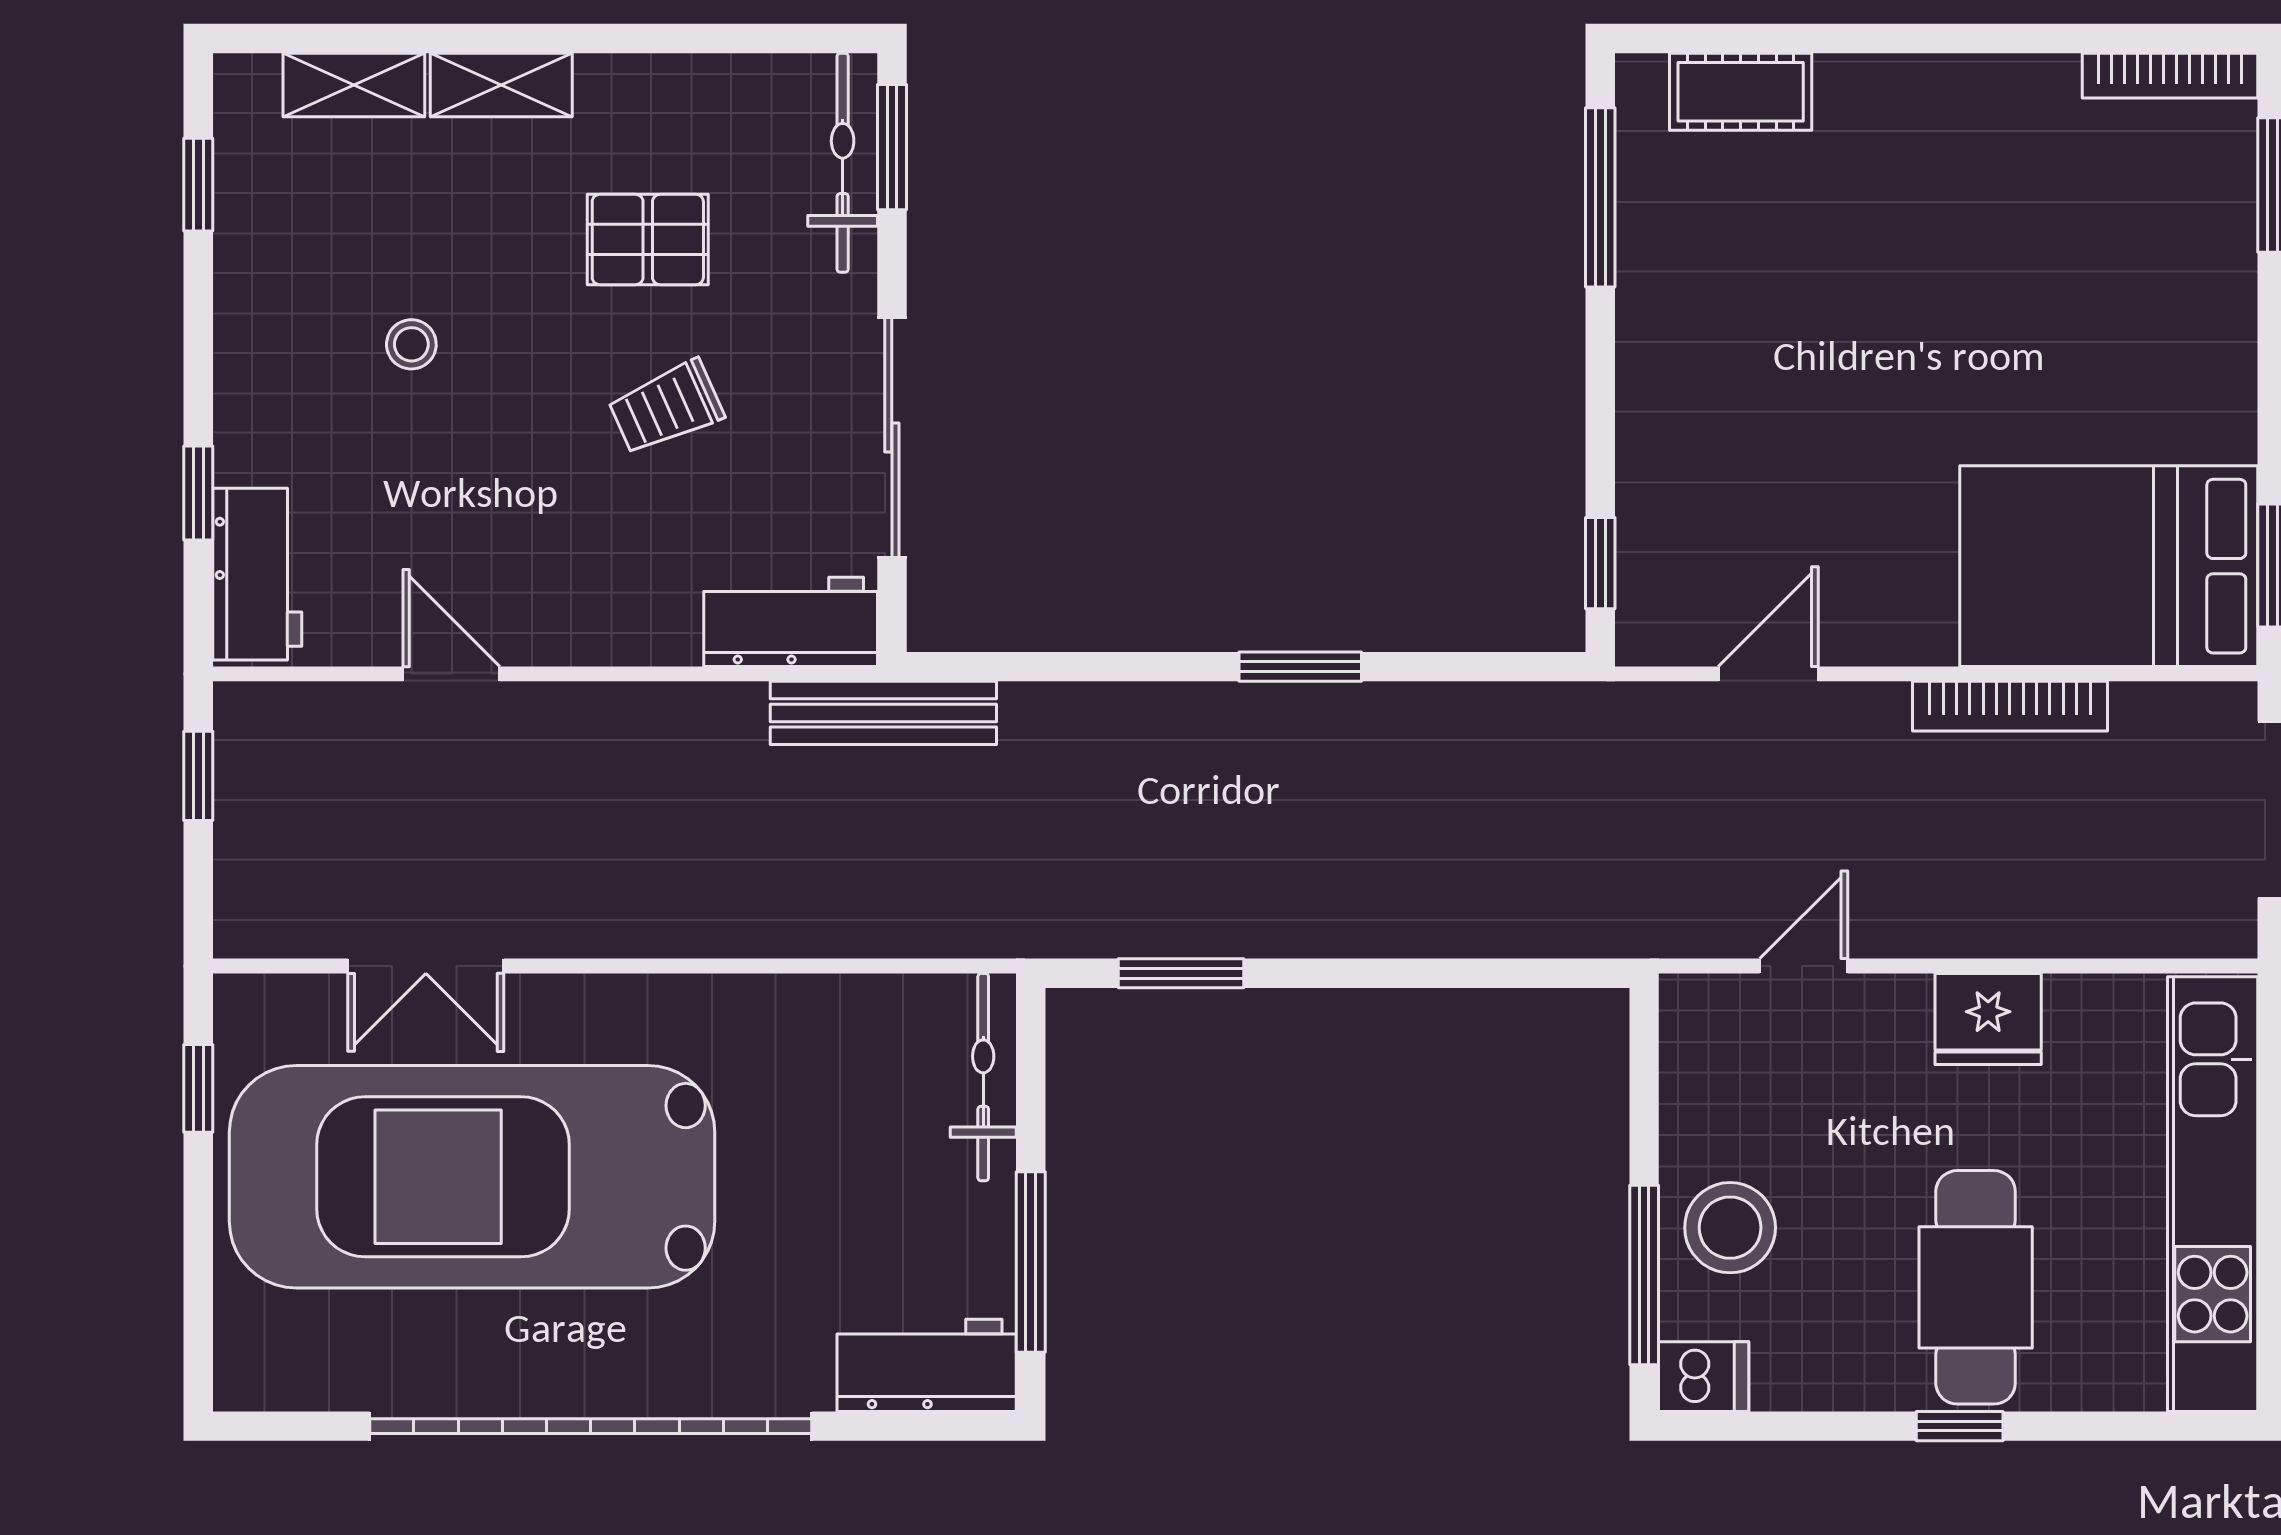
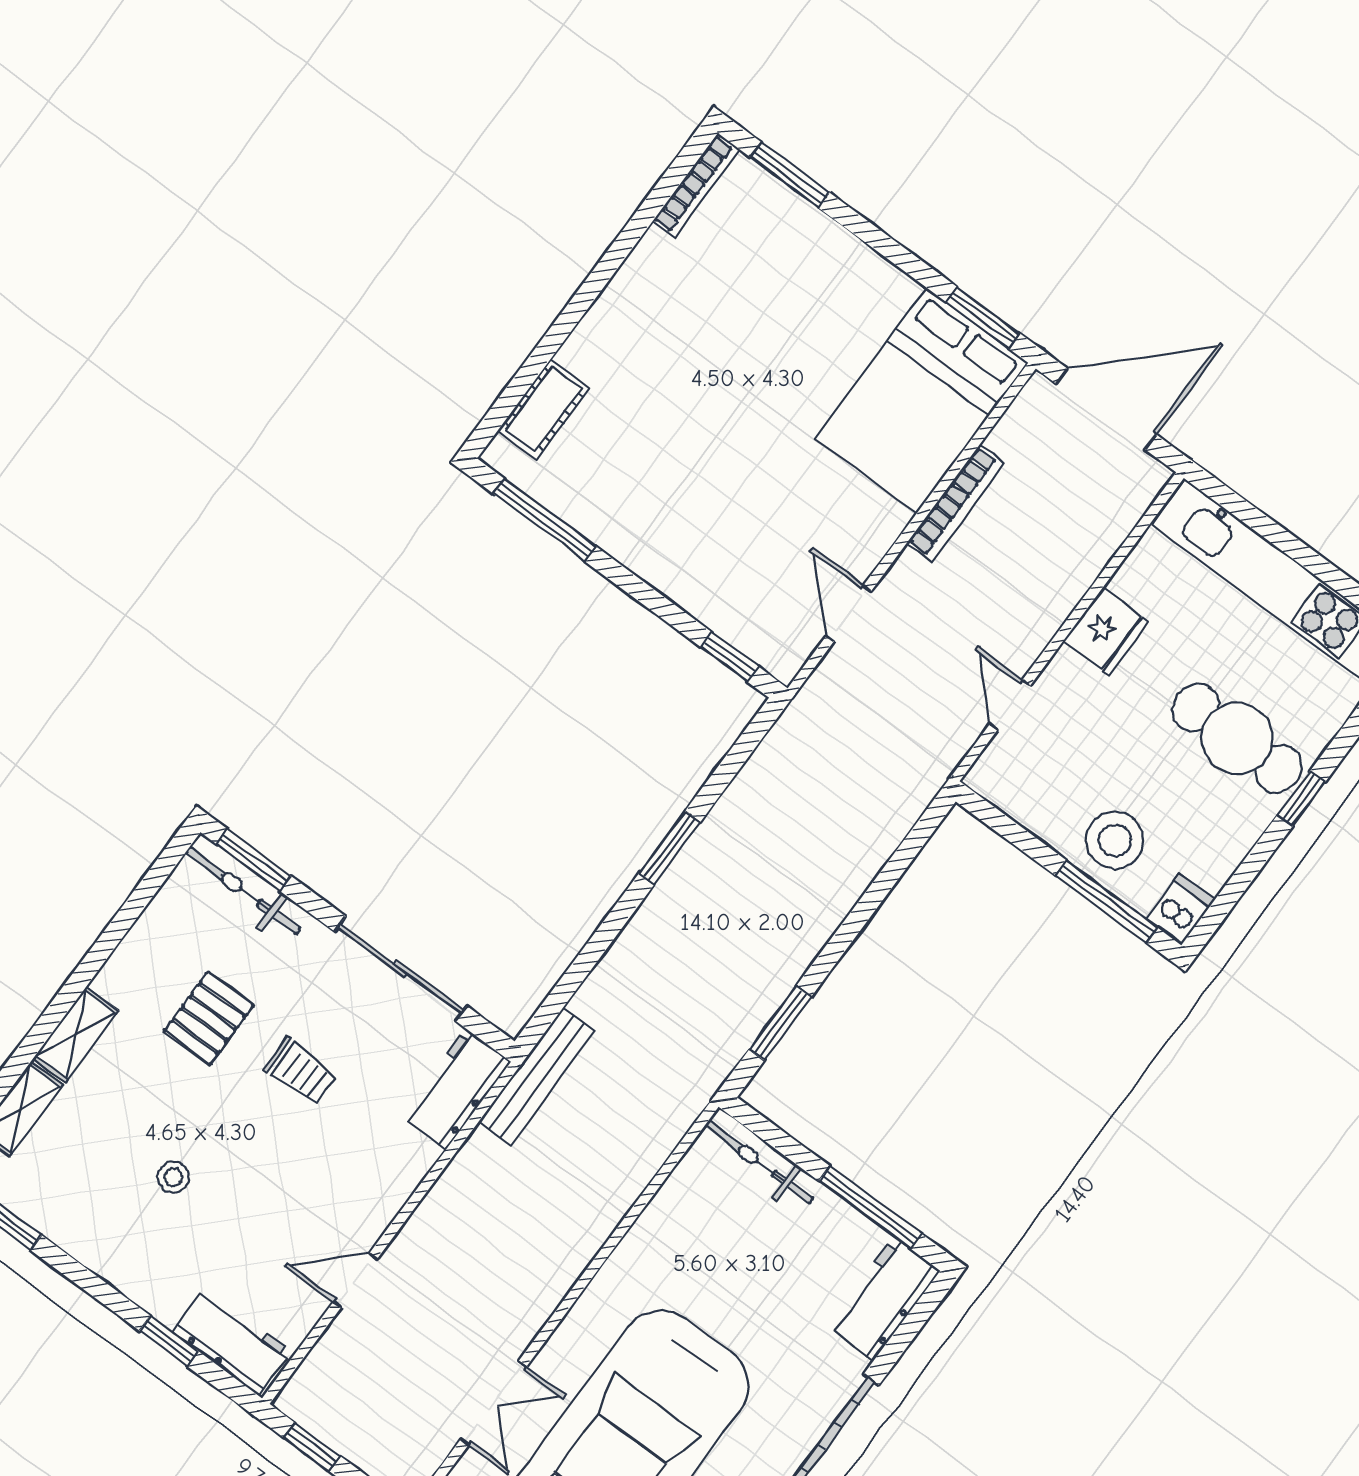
trolley: (666, 407) -> (301, 1072), turned -66

